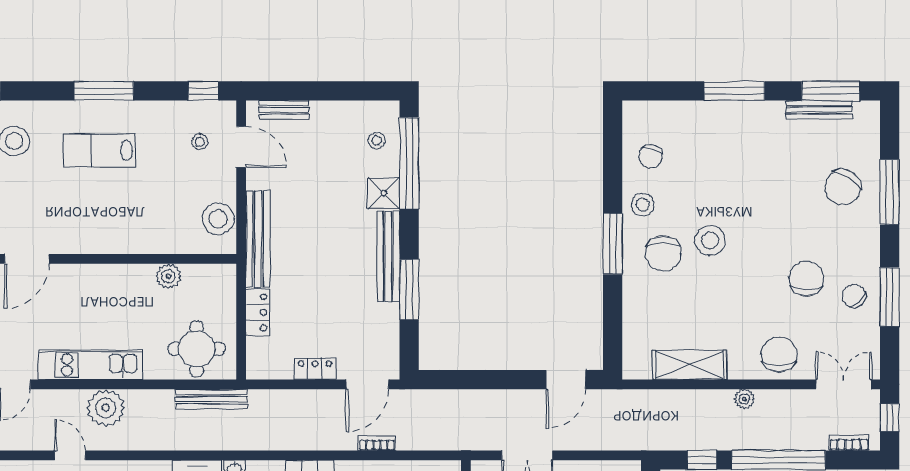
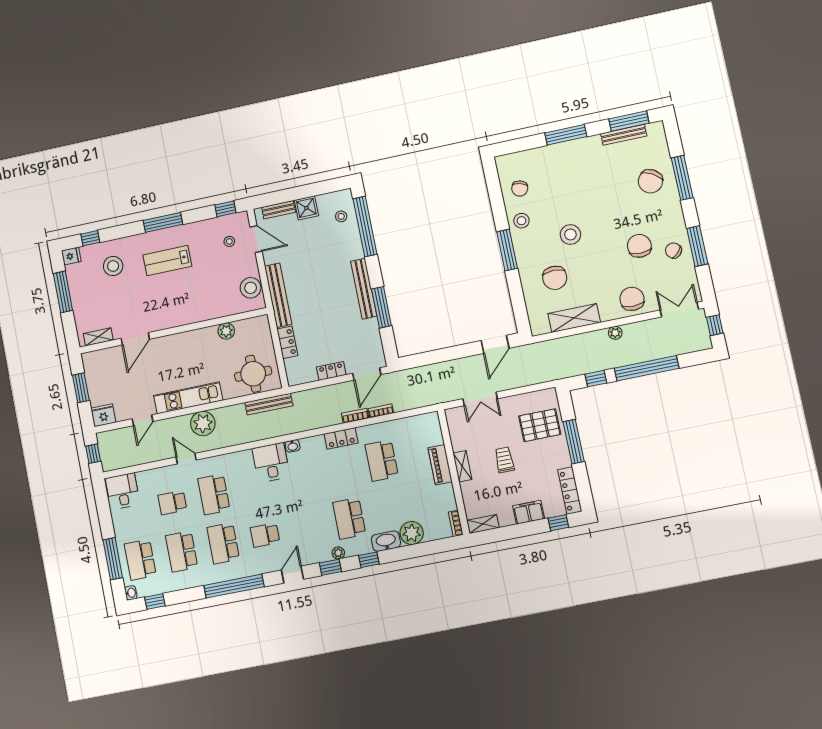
shower: (384, 193) -> (306, 208), moved
chair: (663, 254) -> (555, 278), moved
bookcase: (849, 443) -> (355, 416), moved

